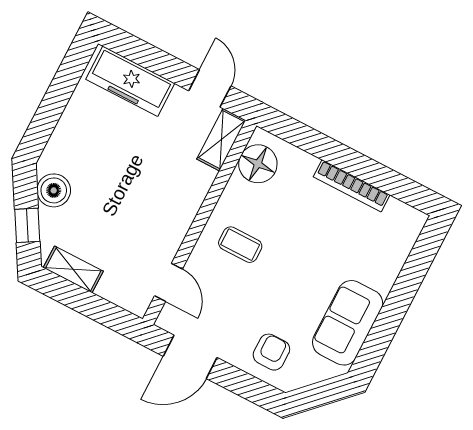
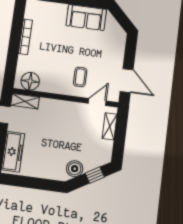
coffee table: (240, 245) -> (80, 77), moved
shelving: (73, 269) -> (110, 126), moved
armchair: (271, 352) -> (111, 46), removed

